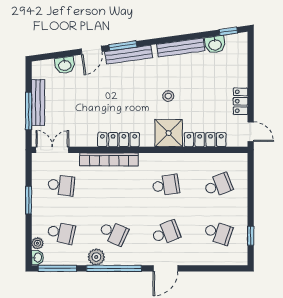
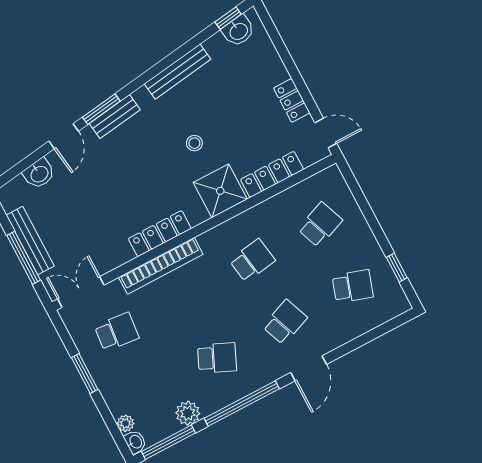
washbasin: (215, 44) -> (238, 31), moved
bench: (129, 55) -> (115, 117), width x0.73
school desk: (61, 233) -> (149, 394), removed
plant: (96, 257) -> (188, 413), moved

